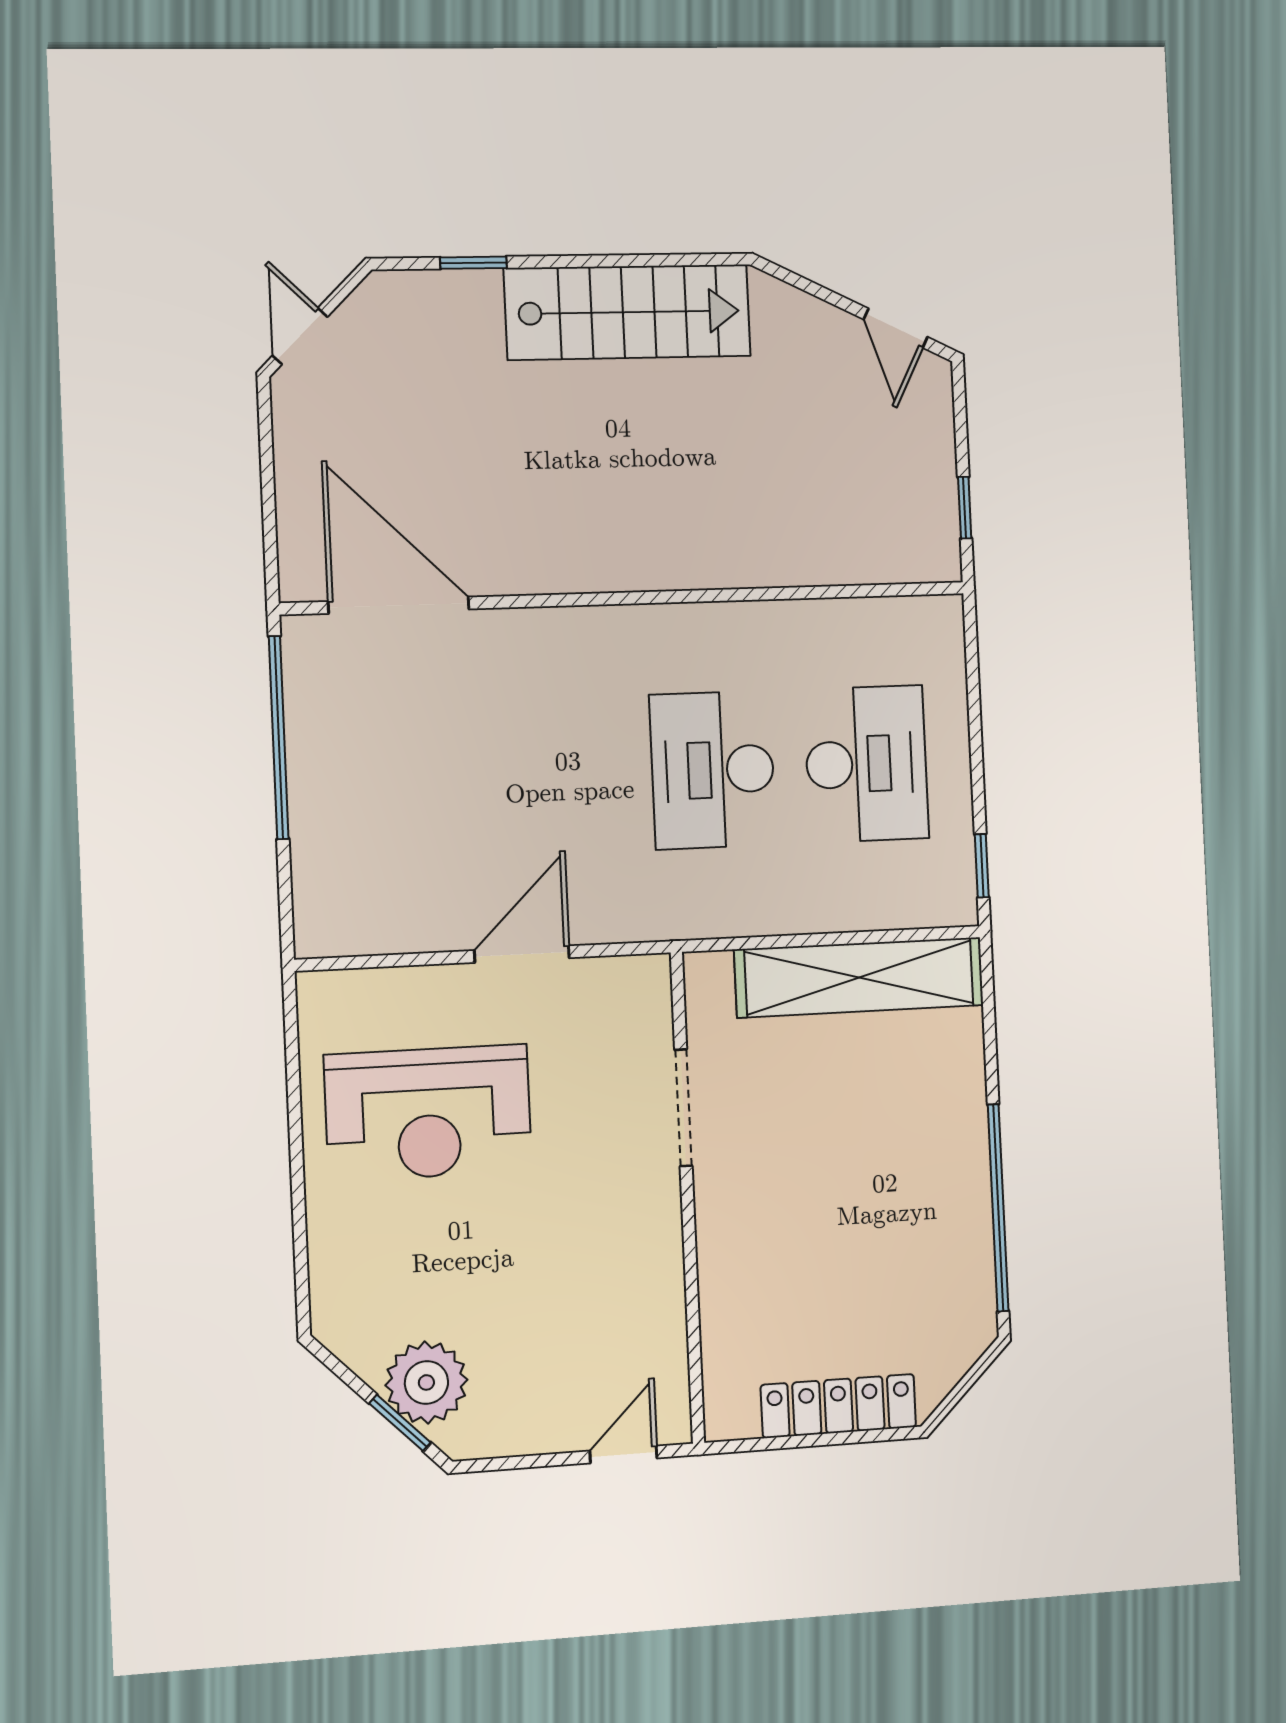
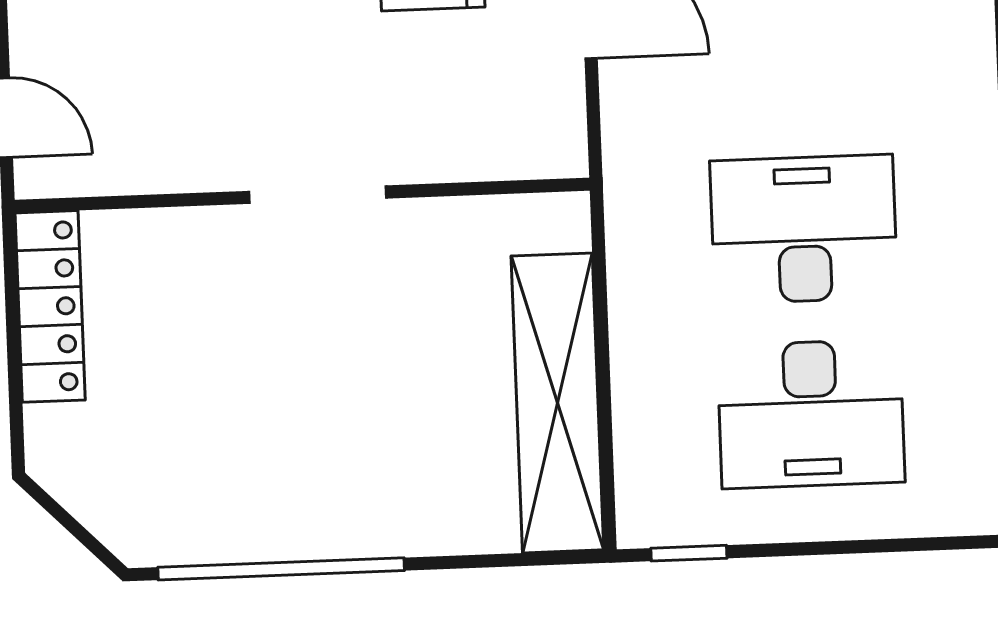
doorway: (683, 1108) -> (318, 195), moved
locker: (838, 1406) -> (50, 306), moved

